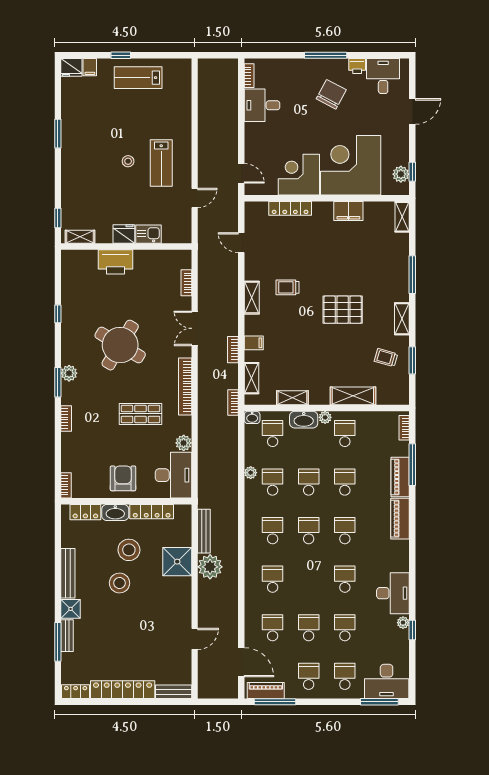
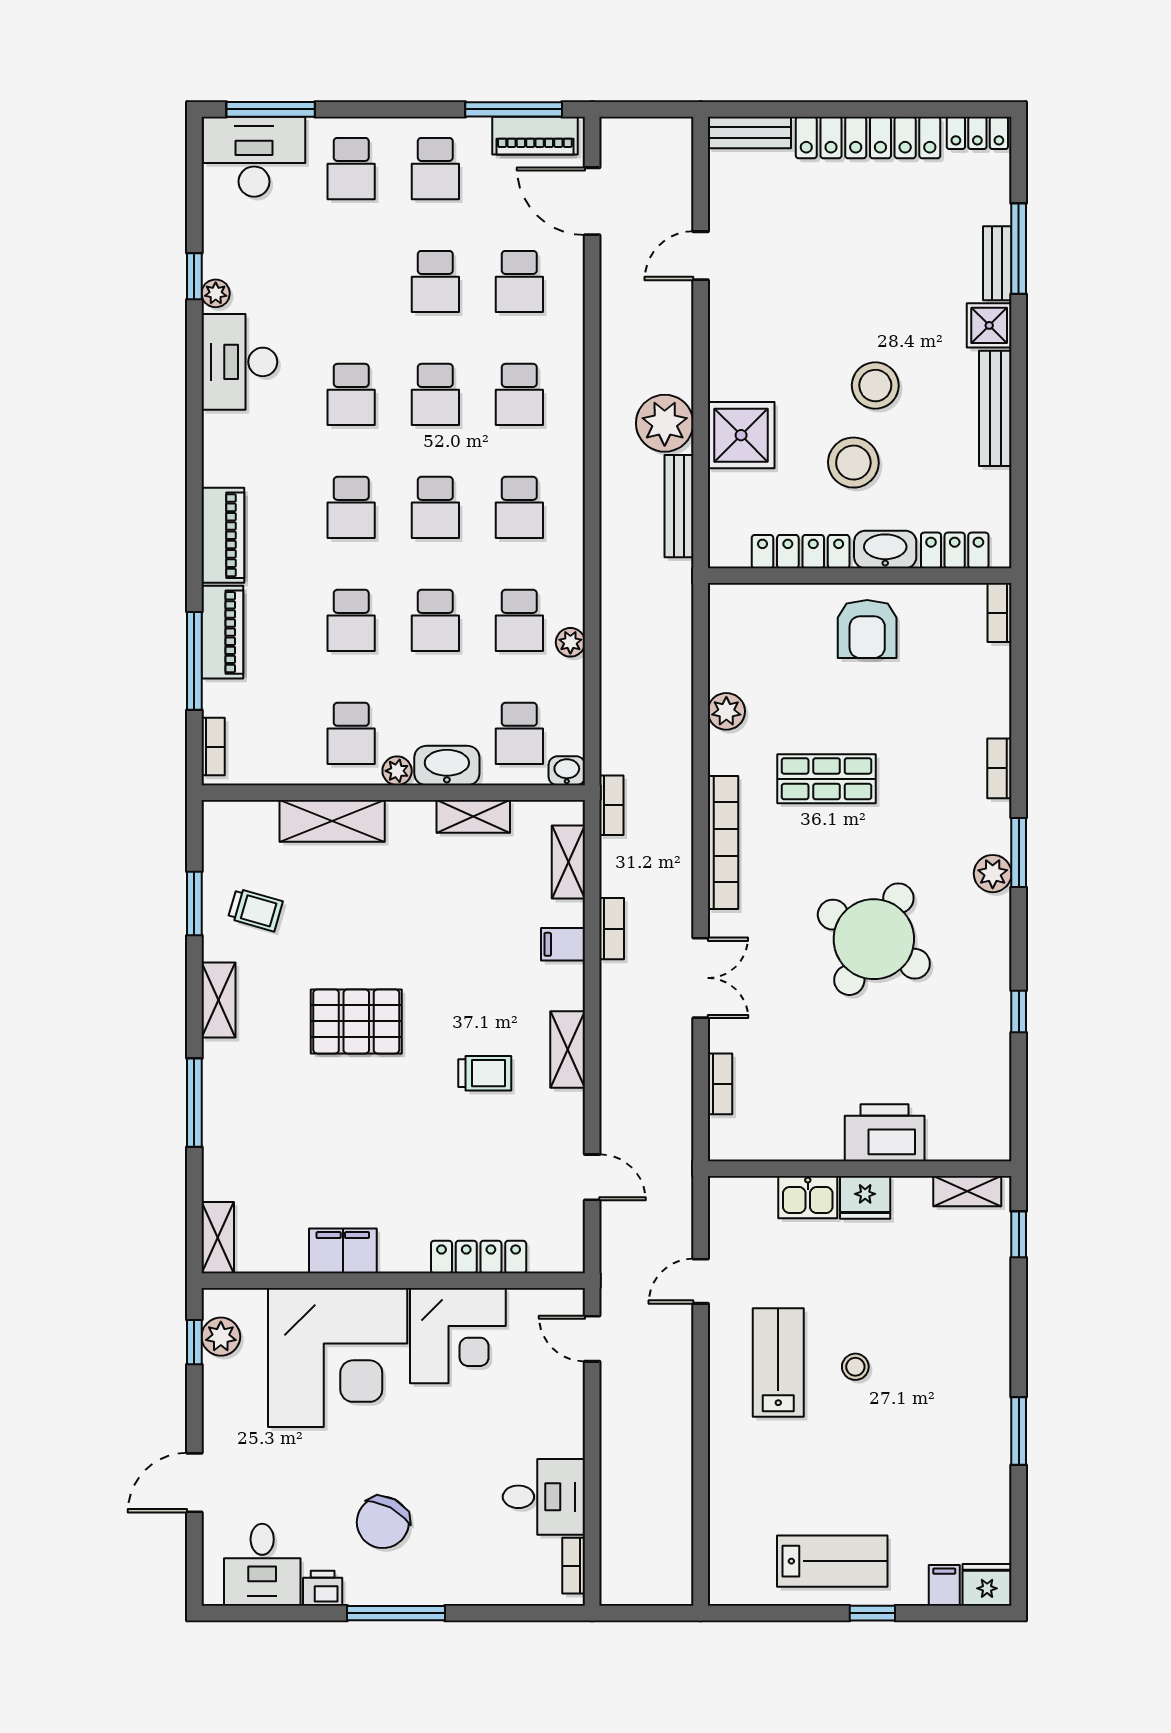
desk: (173, 475) -> (750, 636), removed
school desk: (345, 628) -> (435, 394), moved

